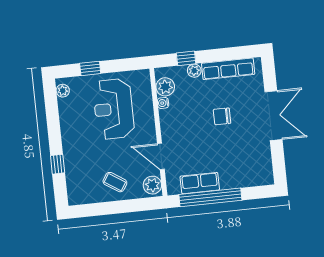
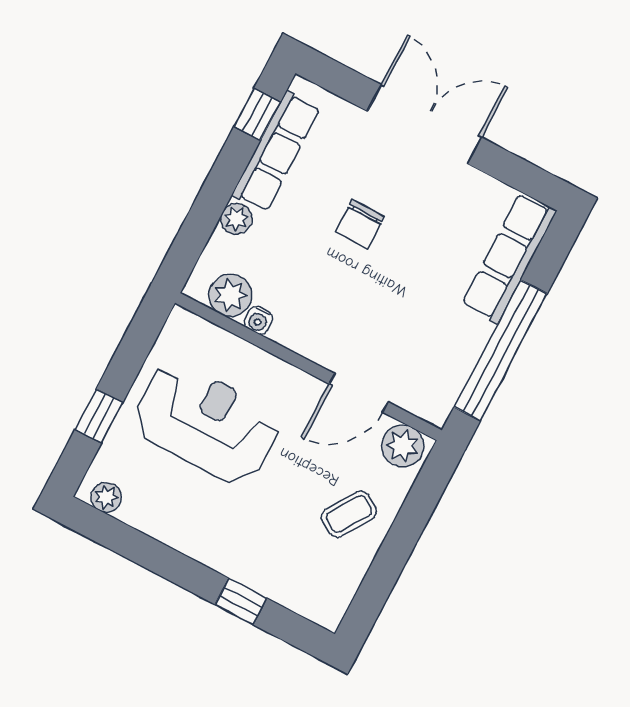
window: (186, 58) -> (257, 114), moved
reception desk: (114, 109) -> (207, 423), turned 180
row of seats: (200, 183) -> (509, 258), moved, width x1.48

